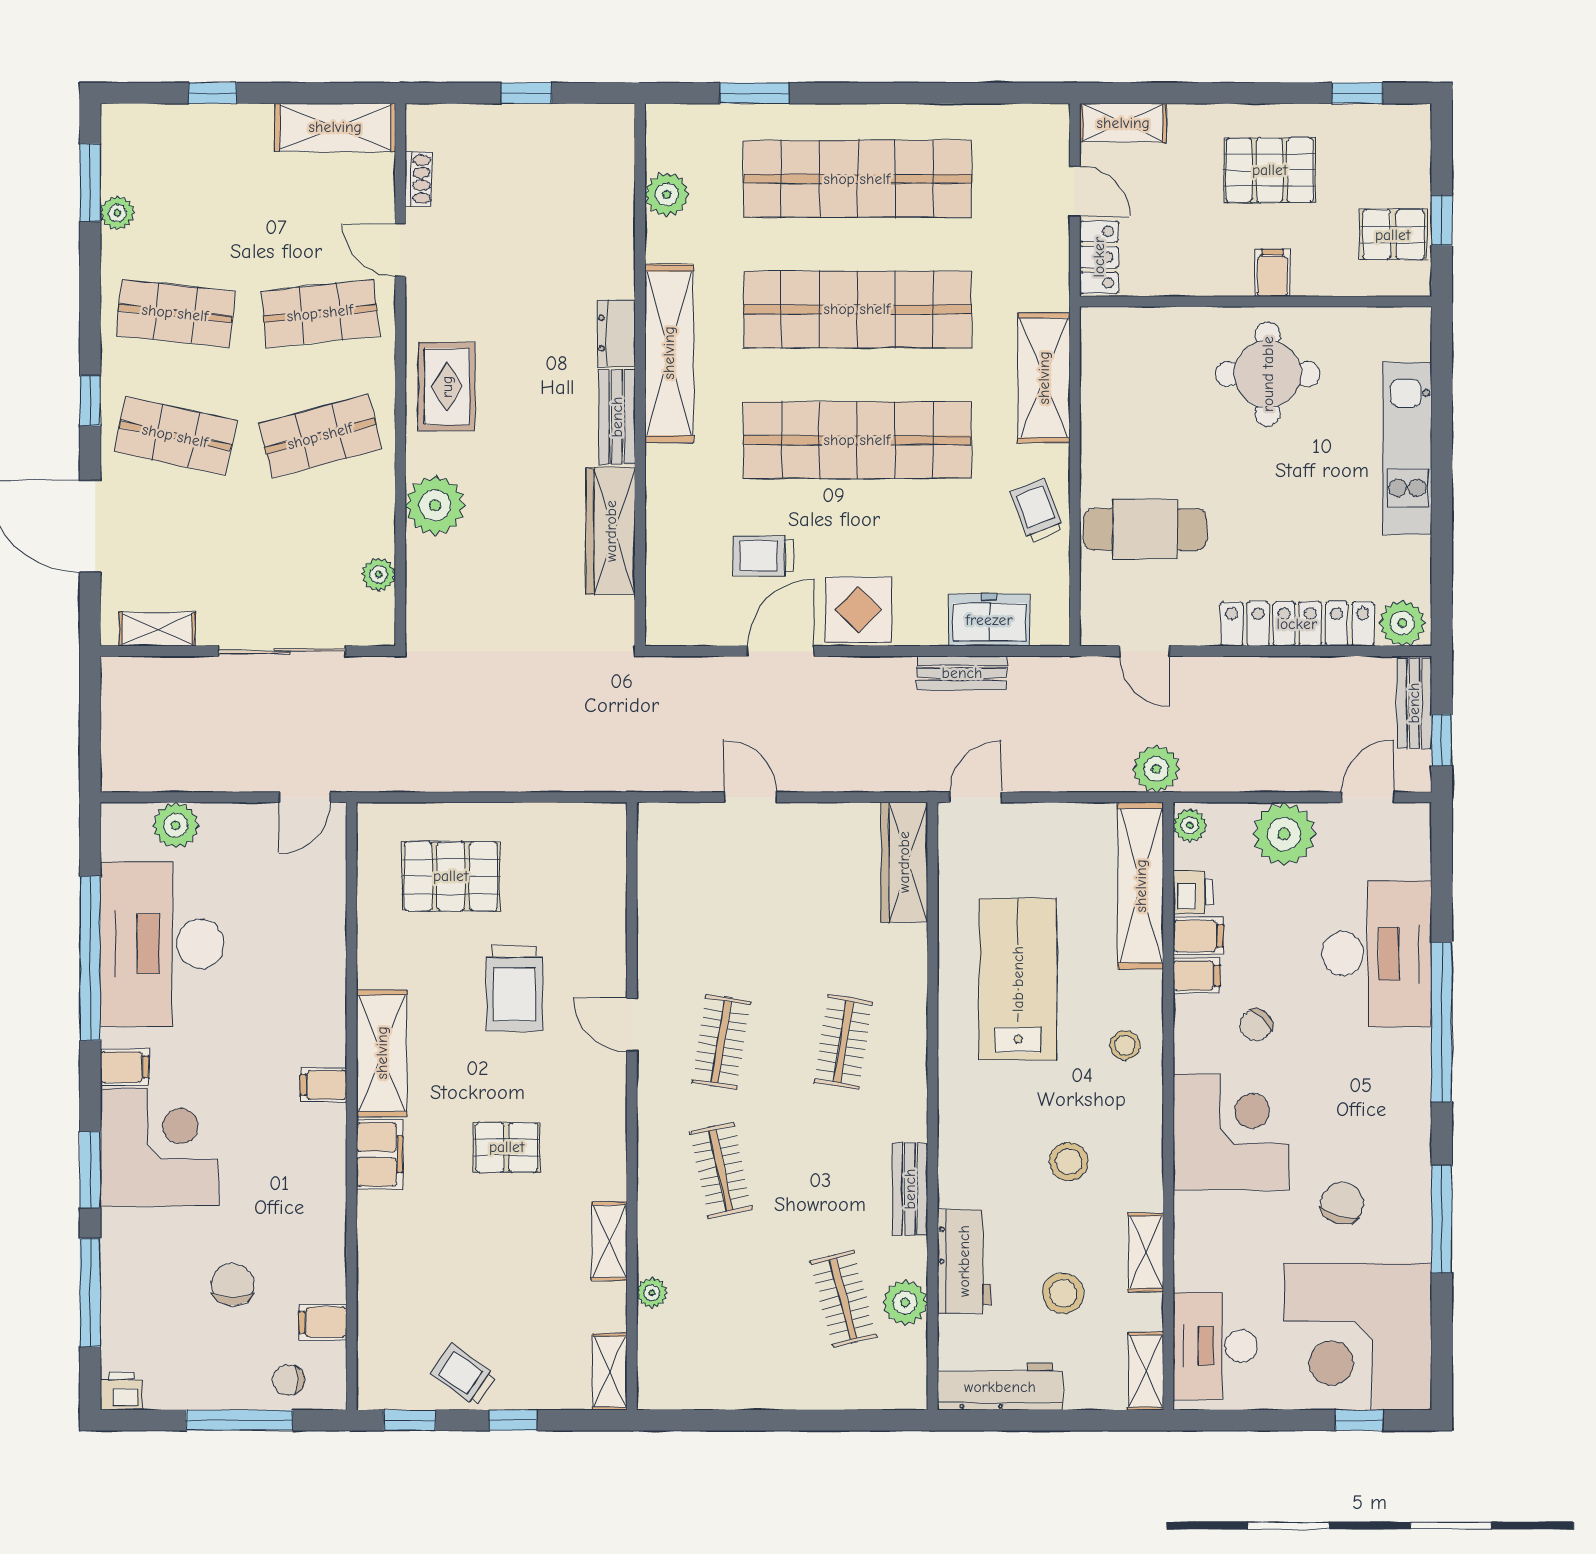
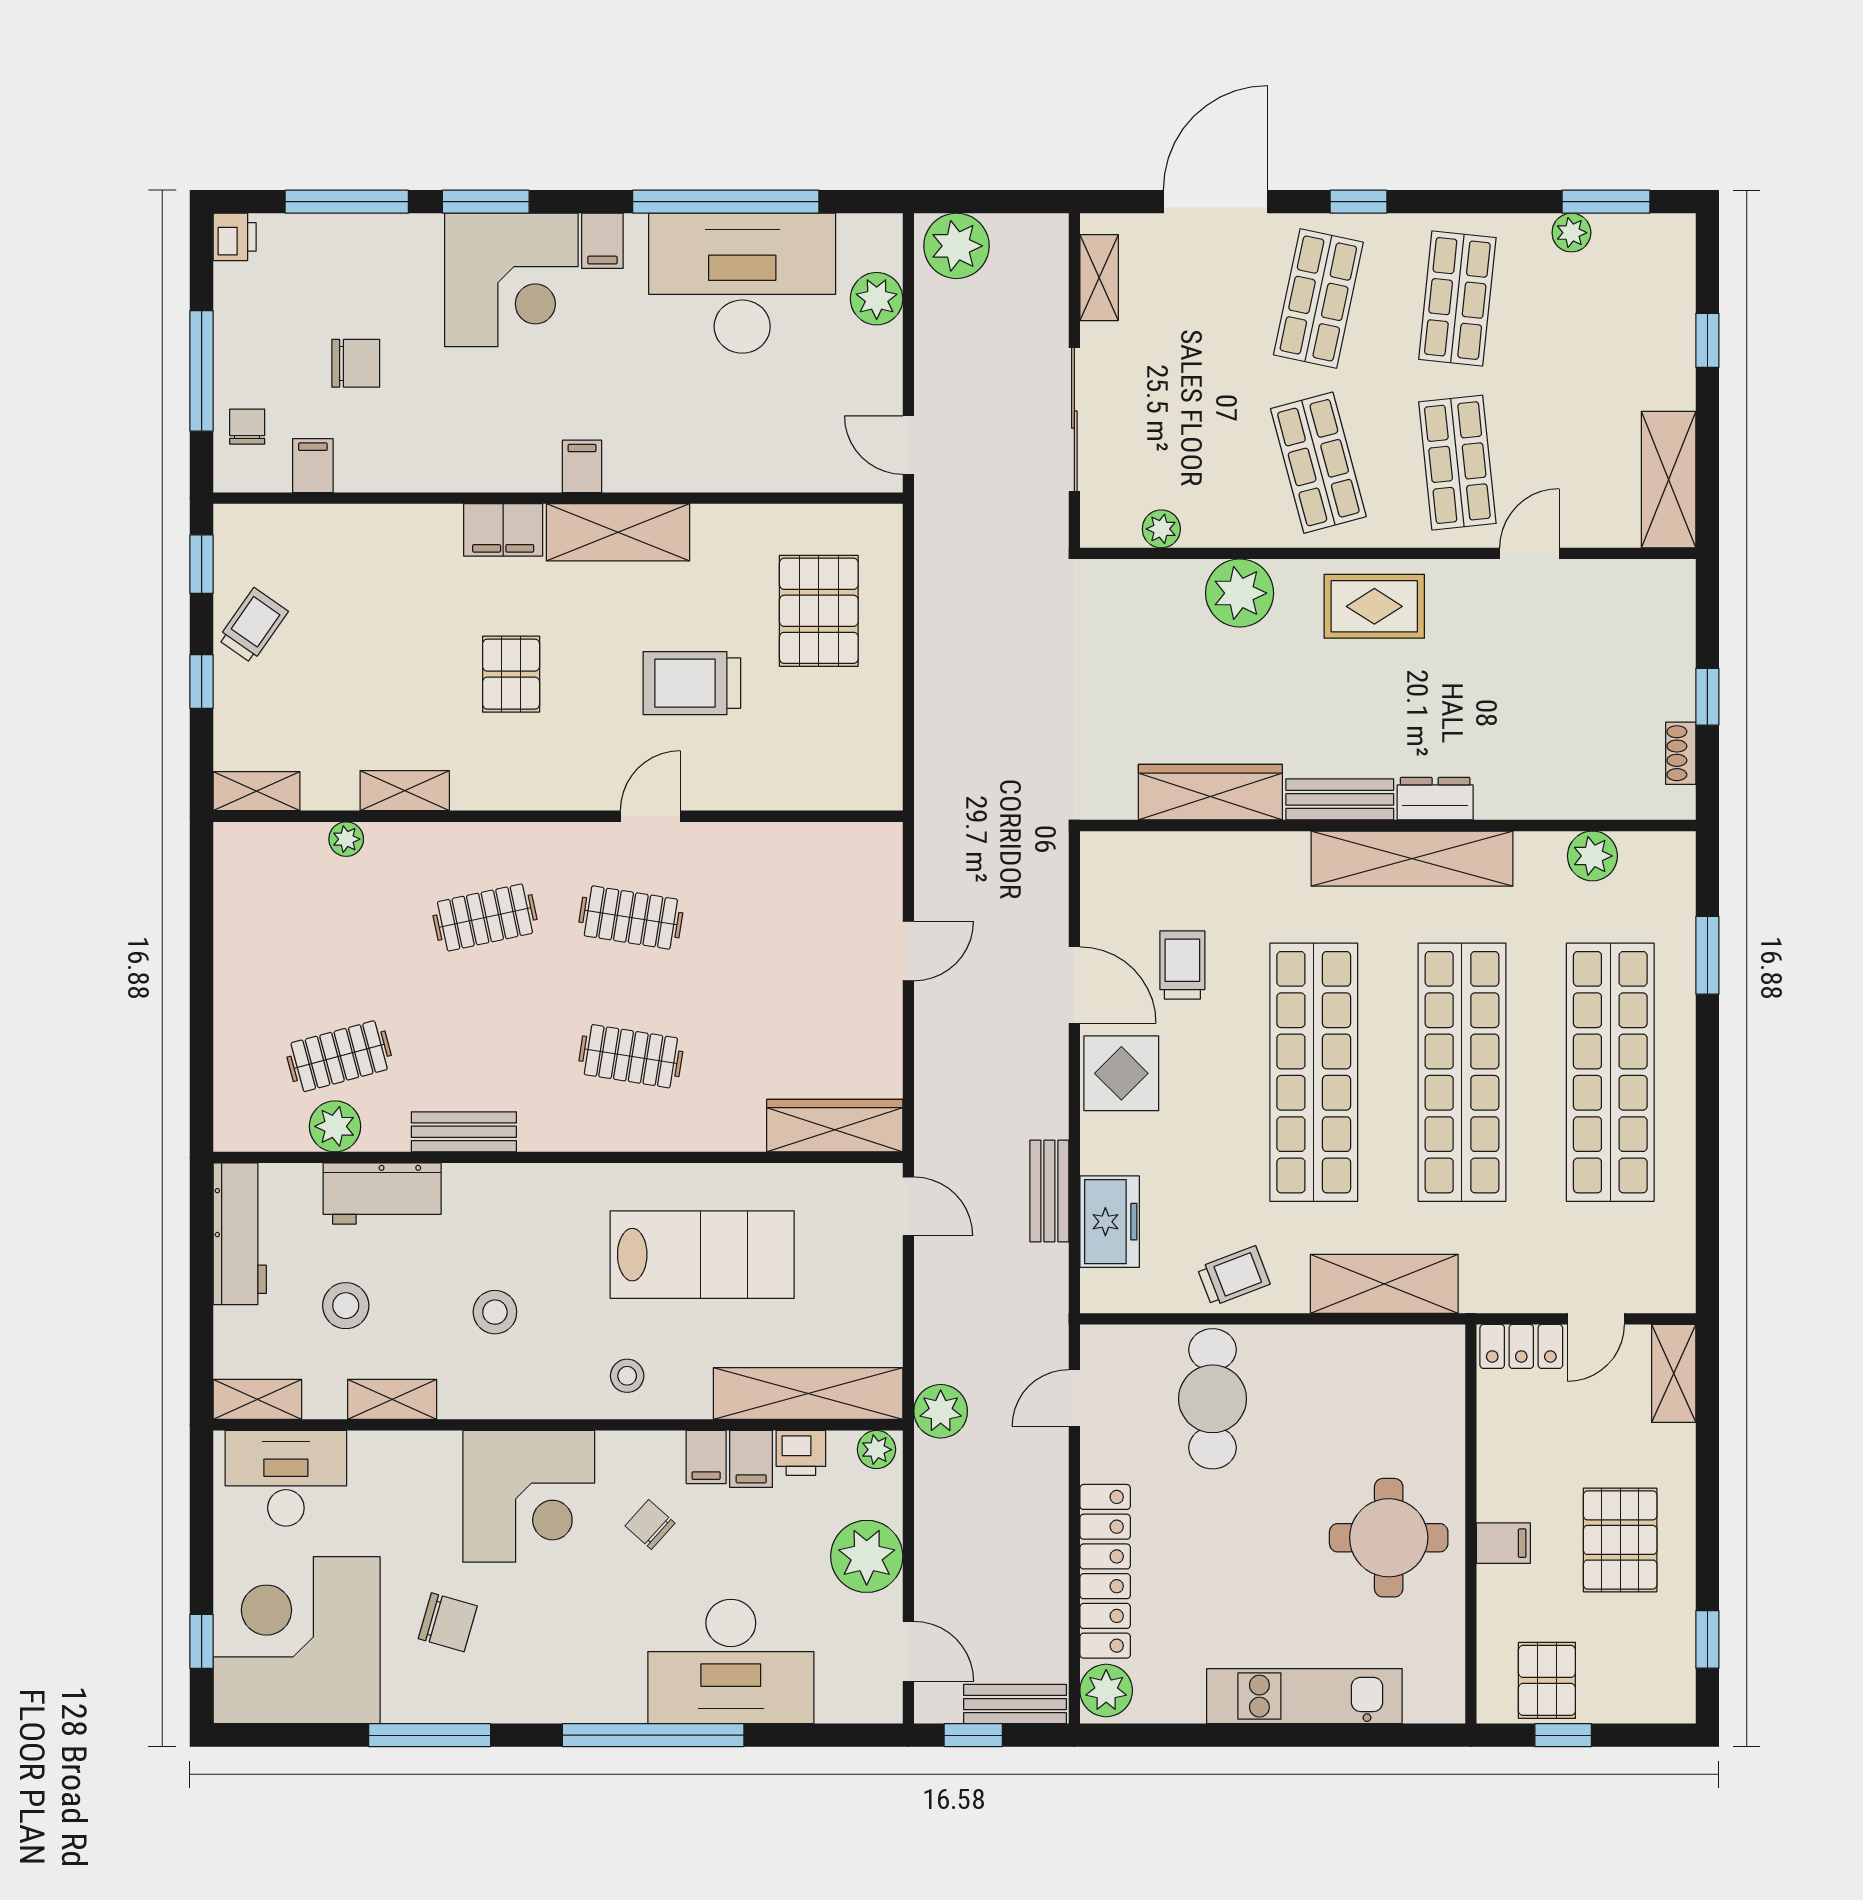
shoe rack: (418, 179) -> (1681, 753), moved, turned 90
plant: (129, 755) -> (956, 246), added

